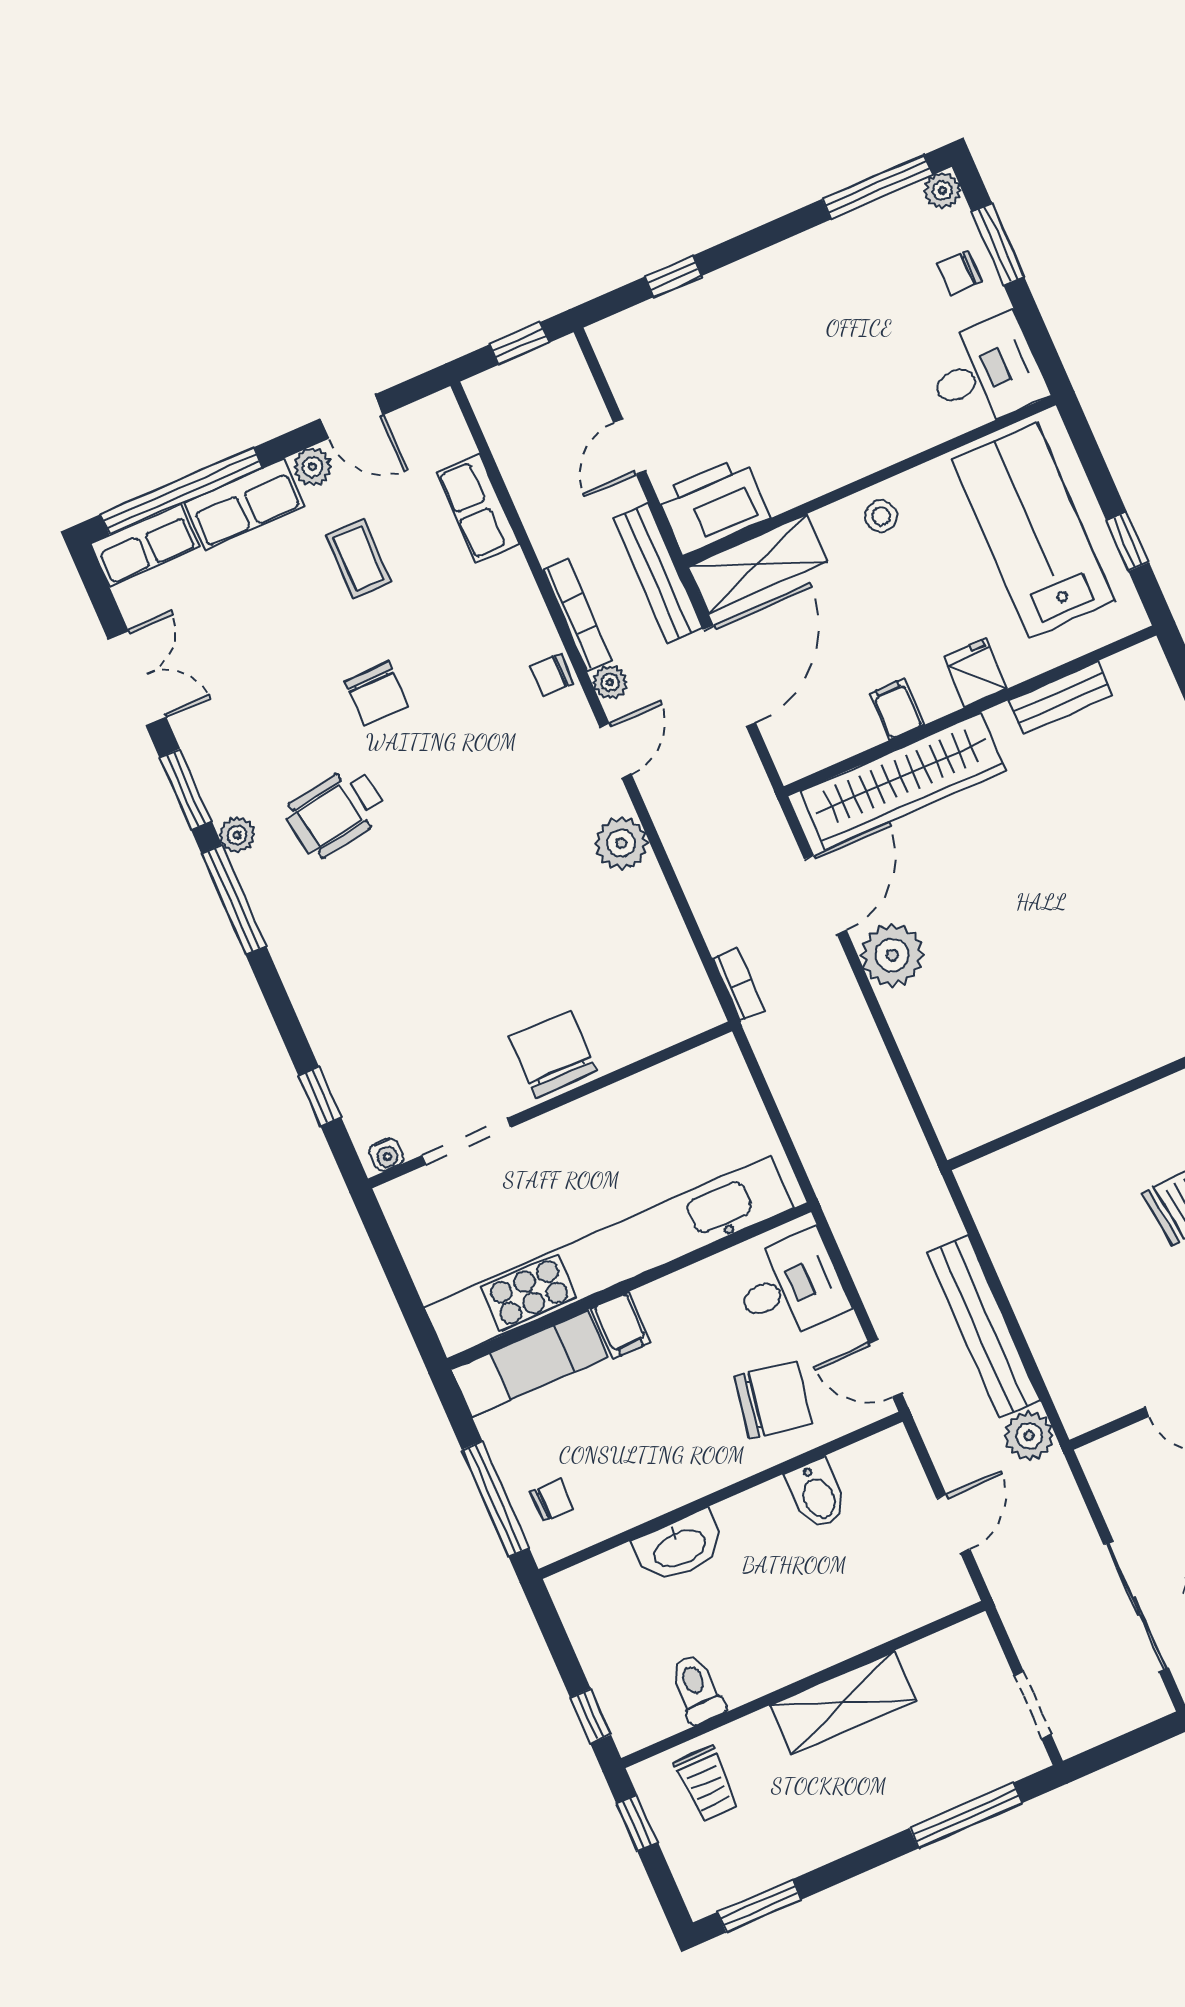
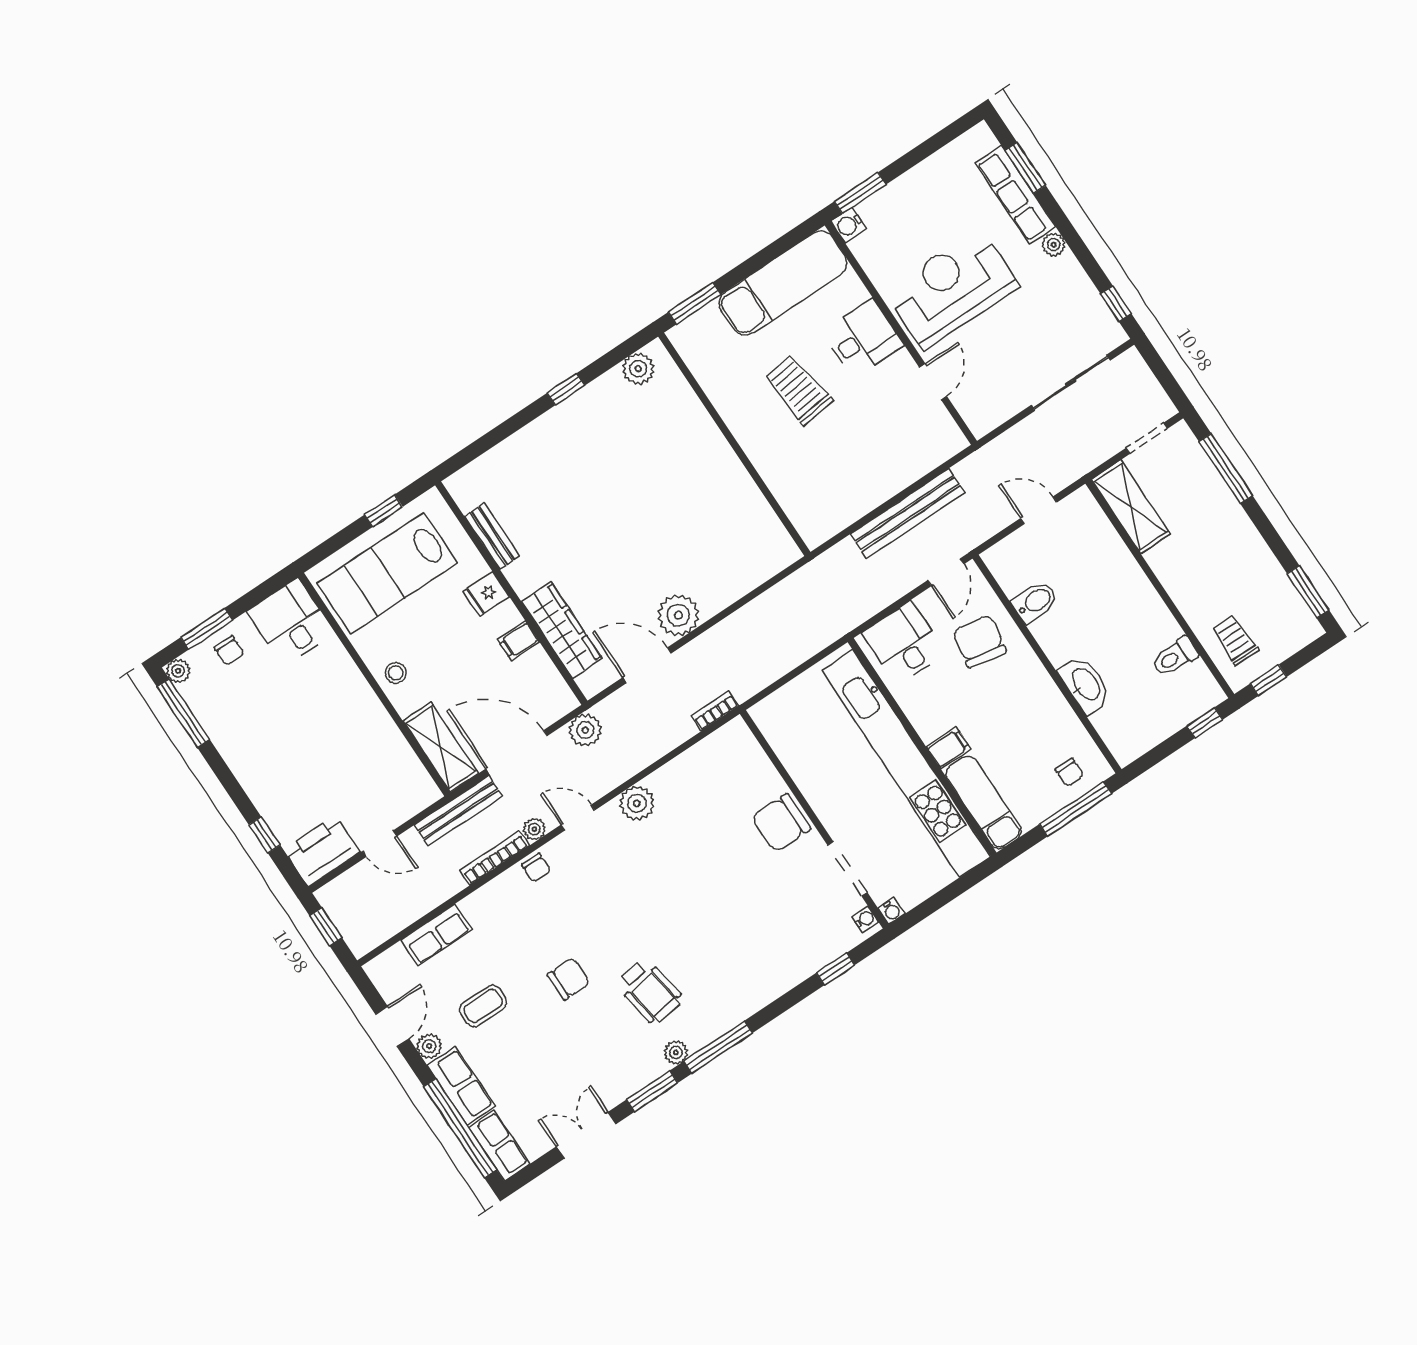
printer: (713, 505) -> (322, 851), moved, turned 90
wardrobe: (903, 781) -> (562, 630), width x0.71, depth x0.85
water cooler: (392, 1196) -> (892, 911), added
plant: (1029, 1436) -> (585, 730), moved
chair: (552, 1500) -> (1070, 772), turned 180
shelving: (843, 1703) -> (1131, 507), moved
trolley: (707, 1784) -> (1235, 640), turned -89

